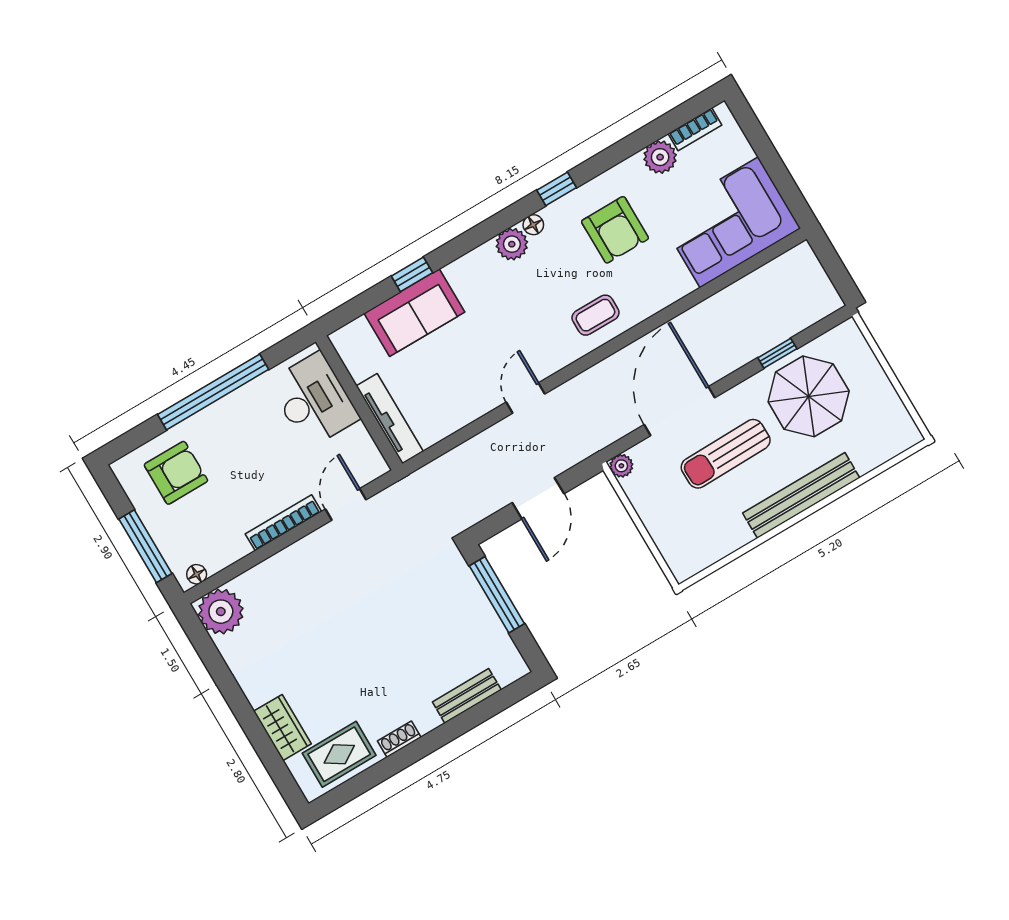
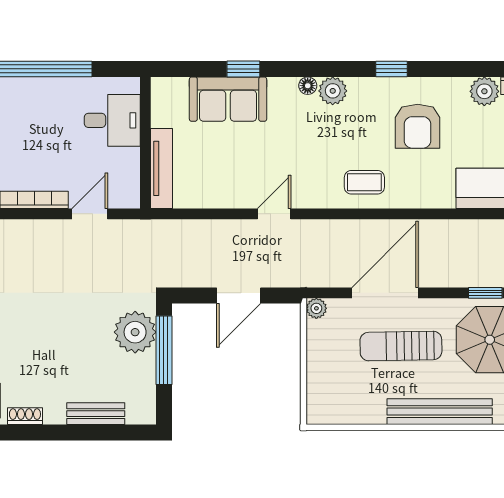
floor lamp: (533, 225) -> (308, 86), moved
desk: (314, 400) -> (112, 120), width x0.73
plant: (458, 594) -> (135, 332), added

